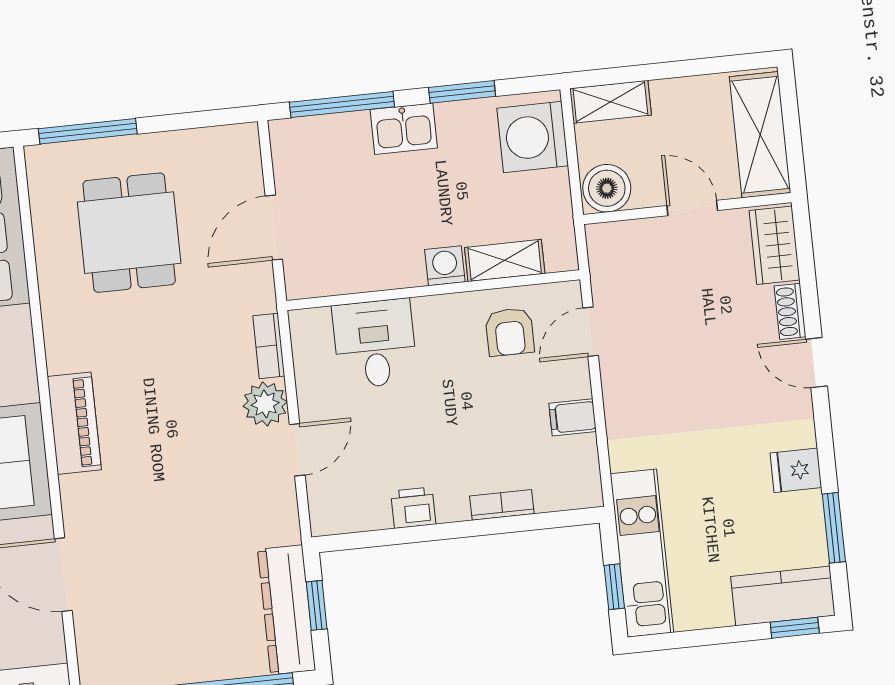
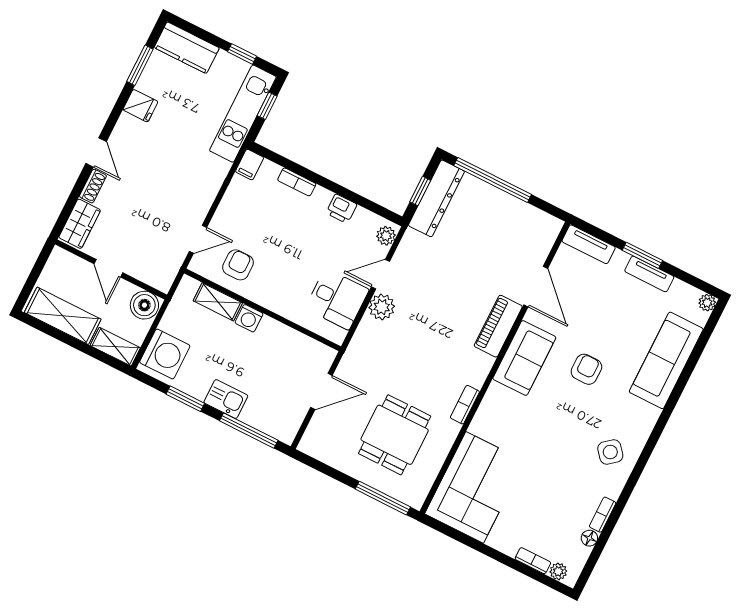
shelving: (760, 135) -> (63, 316), moved, turned 90
desk: (375, 344) -> (337, 299), moved, turned -90
bookcase: (269, 346) -> (465, 405), moved, turned 180
filing cabinet: (573, 417) -> (250, 165), moved, turned 90
piano: (74, 423) -> (498, 326), moved
plant: (325, 510) -> (386, 236), added
window: (795, 628) -> (242, 54), moved

